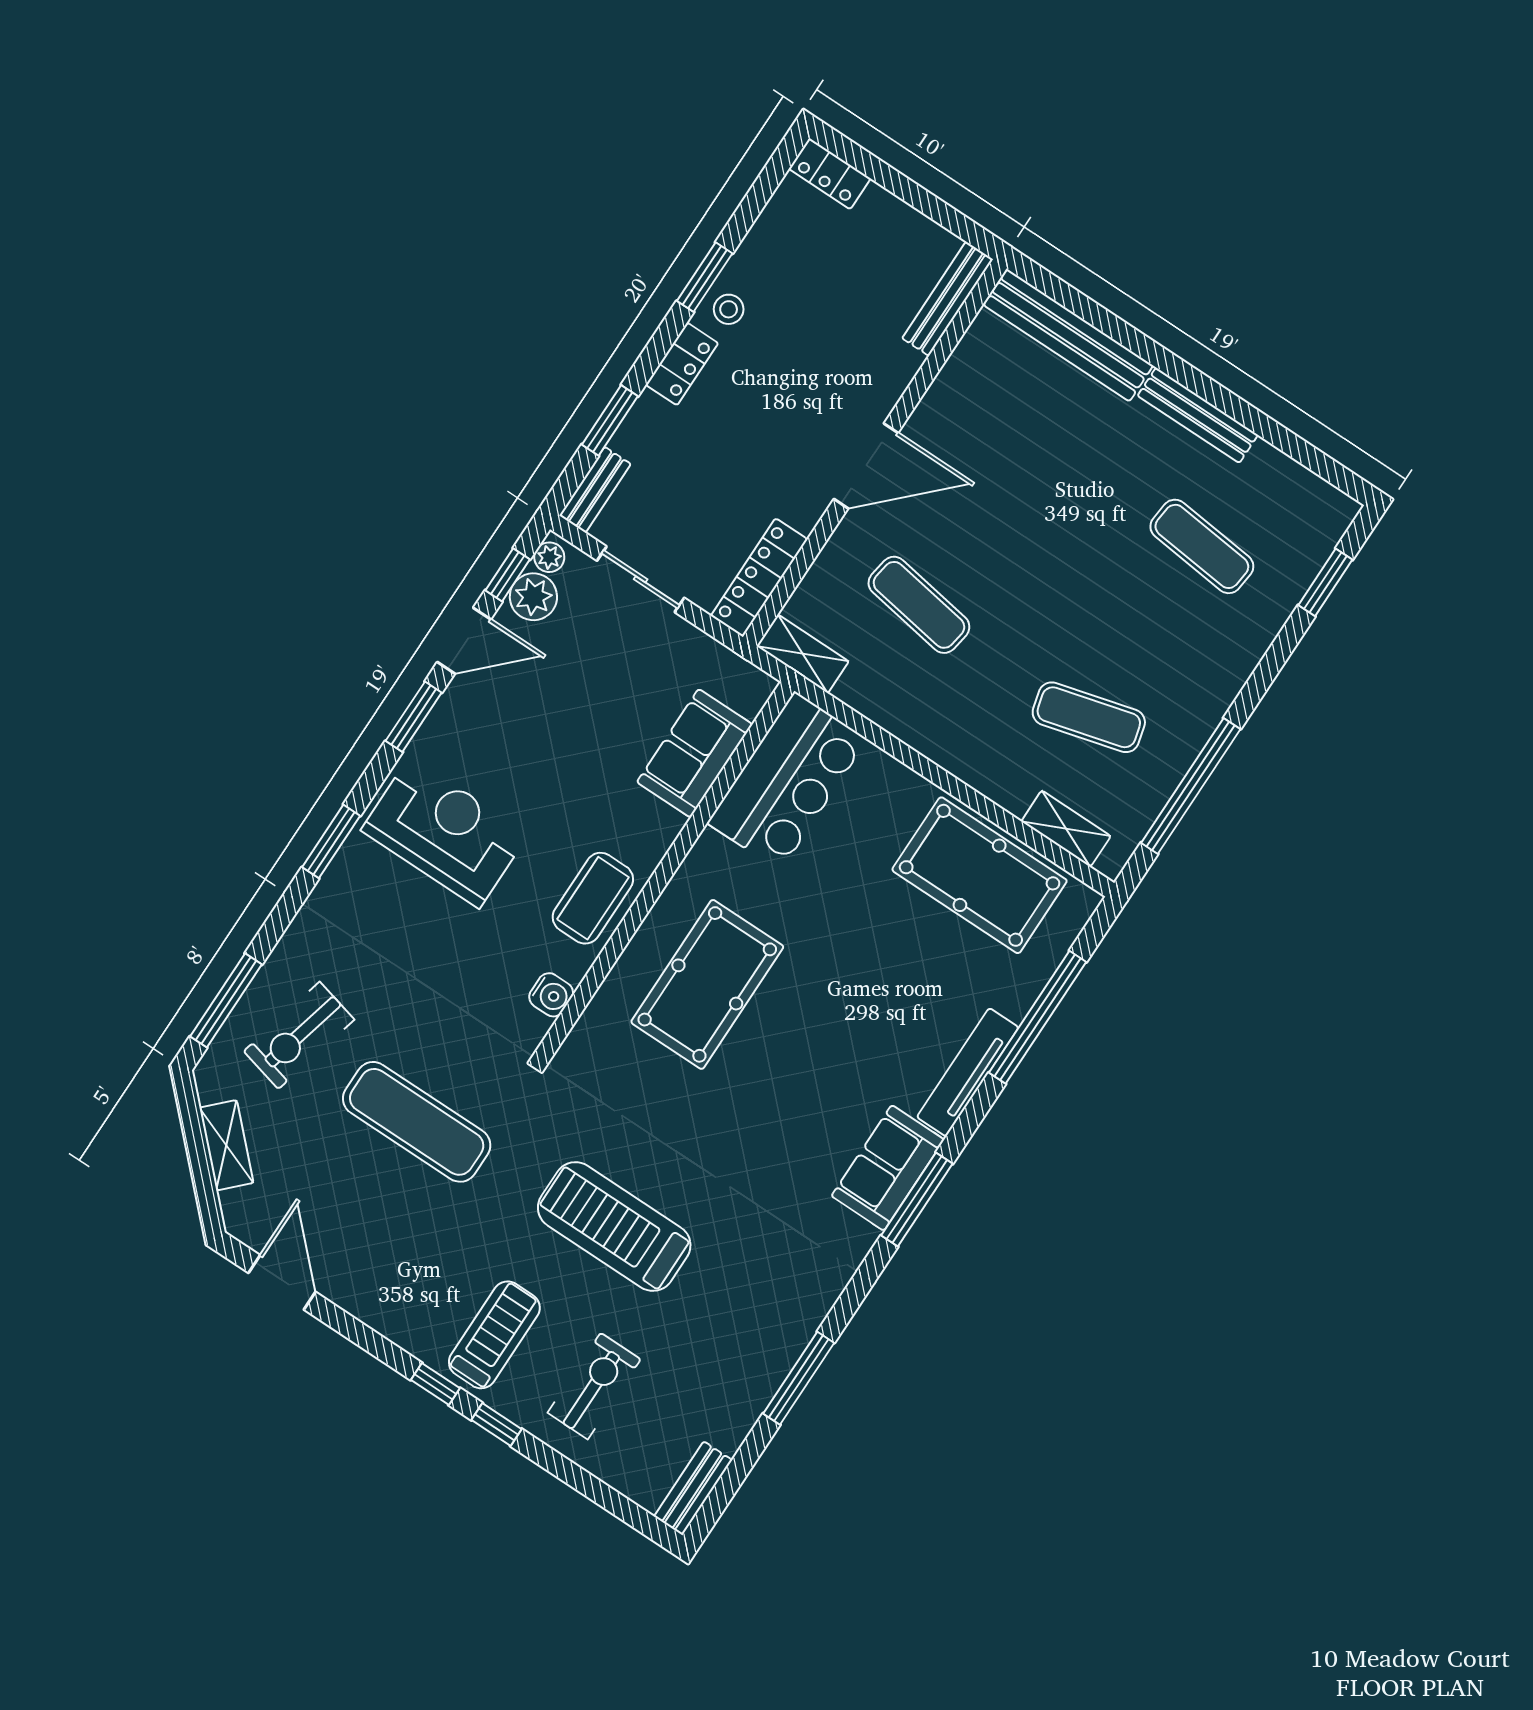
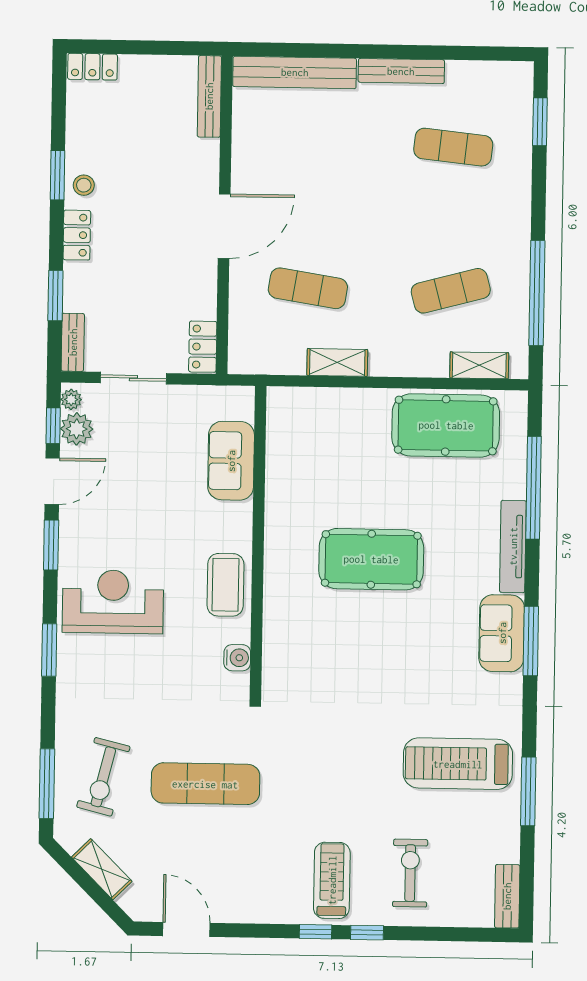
locker: (759, 578) -> (203, 347), width x0.66
shelving: (803, 654) -> (337, 362), moved
bar counter: (787, 781) -> (296, 442), removed
pool table: (707, 984) -> (371, 559), moved, turned 90
treadmill: (614, 1226) -> (458, 764), moved

